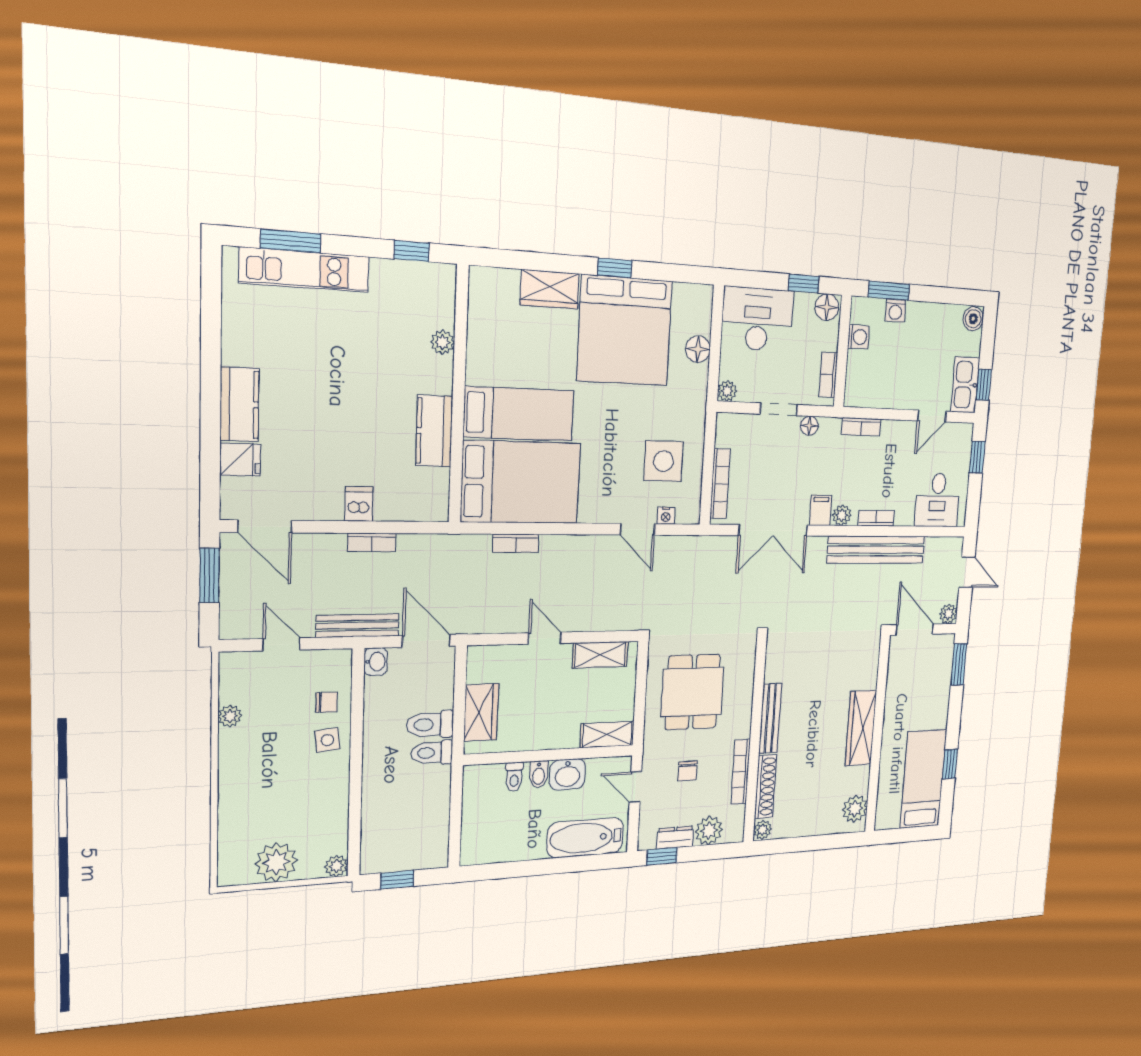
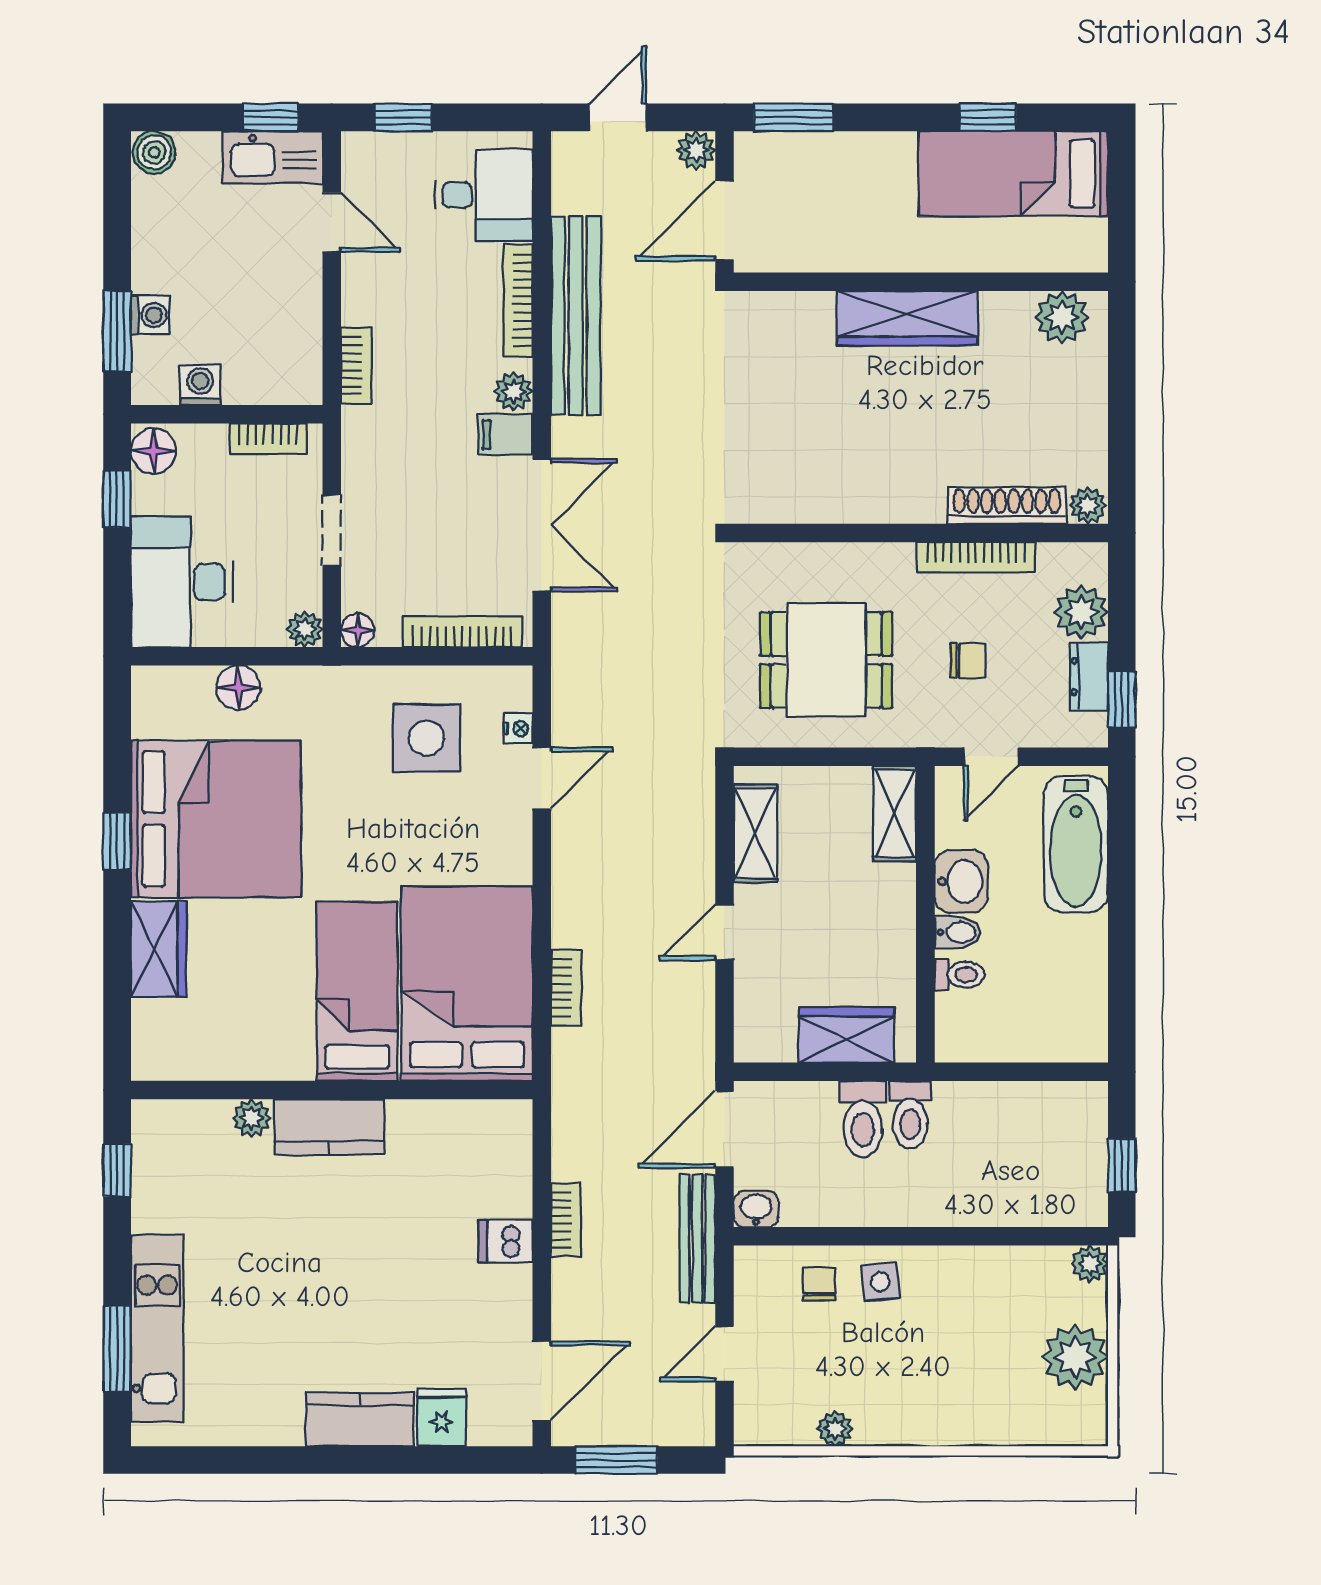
floor lamp: (809, 426) -> (358, 630), moved
kitchen counter: (434, 431) -> (329, 1127), moved
bookcase: (876, 518) -> (518, 300), width x1.56
bench: (770, 718) -> (880, 506), removed

